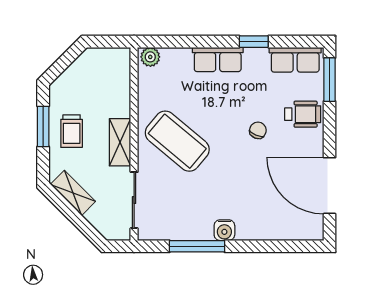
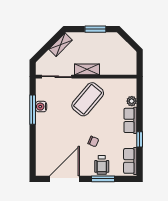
plant: (150, 57) -> (132, 101), moved
window: (330, 80) -> (103, 179), moved
trolley: (72, 131) -> (93, 44), removed
water cooler: (224, 230) -> (41, 107), moved

